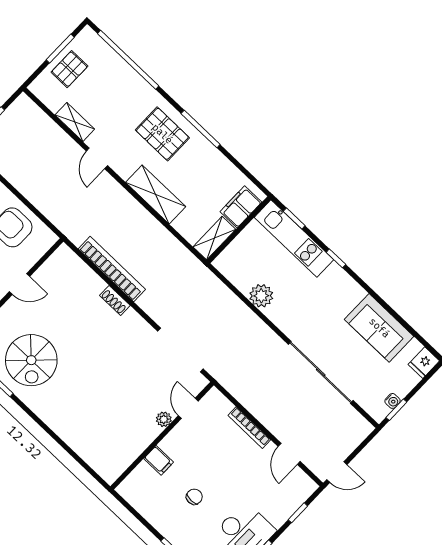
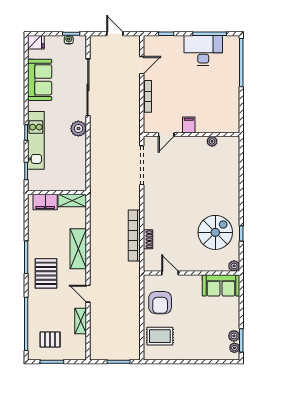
pallet: (69, 69) -> (50, 339), moved
door: (97, 158) -> (88, 294), swing flipped
kitchen unit: (294, 239) -> (36, 140), moved
door: (19, 284) -> (170, 273), moved
plant: (261, 296) -> (78, 129), moved
shoe rack: (115, 300) -> (148, 239), moved
plant: (164, 419) -> (212, 141), moved
filing cabinet: (159, 460) -> (189, 125), moved
door: (337, 472) -> (115, 34), moved
chair: (194, 497) -> (206, 91), removed

